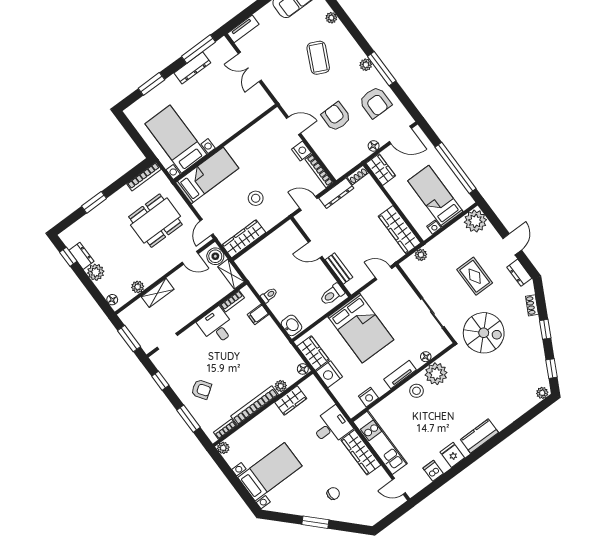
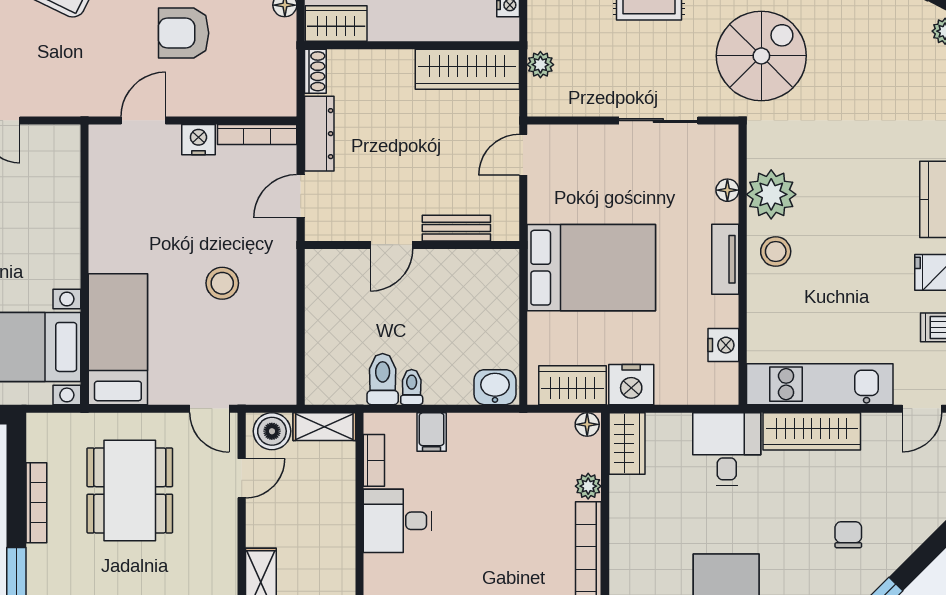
bookcase: (144, 177) -> (36, 503), moved
wardrobe: (244, 239) -> (278, 358), removed
toilet: (332, 295) -> (383, 379), moved, turned 180
wardrobe: (291, 400) -> (627, 444), moved

